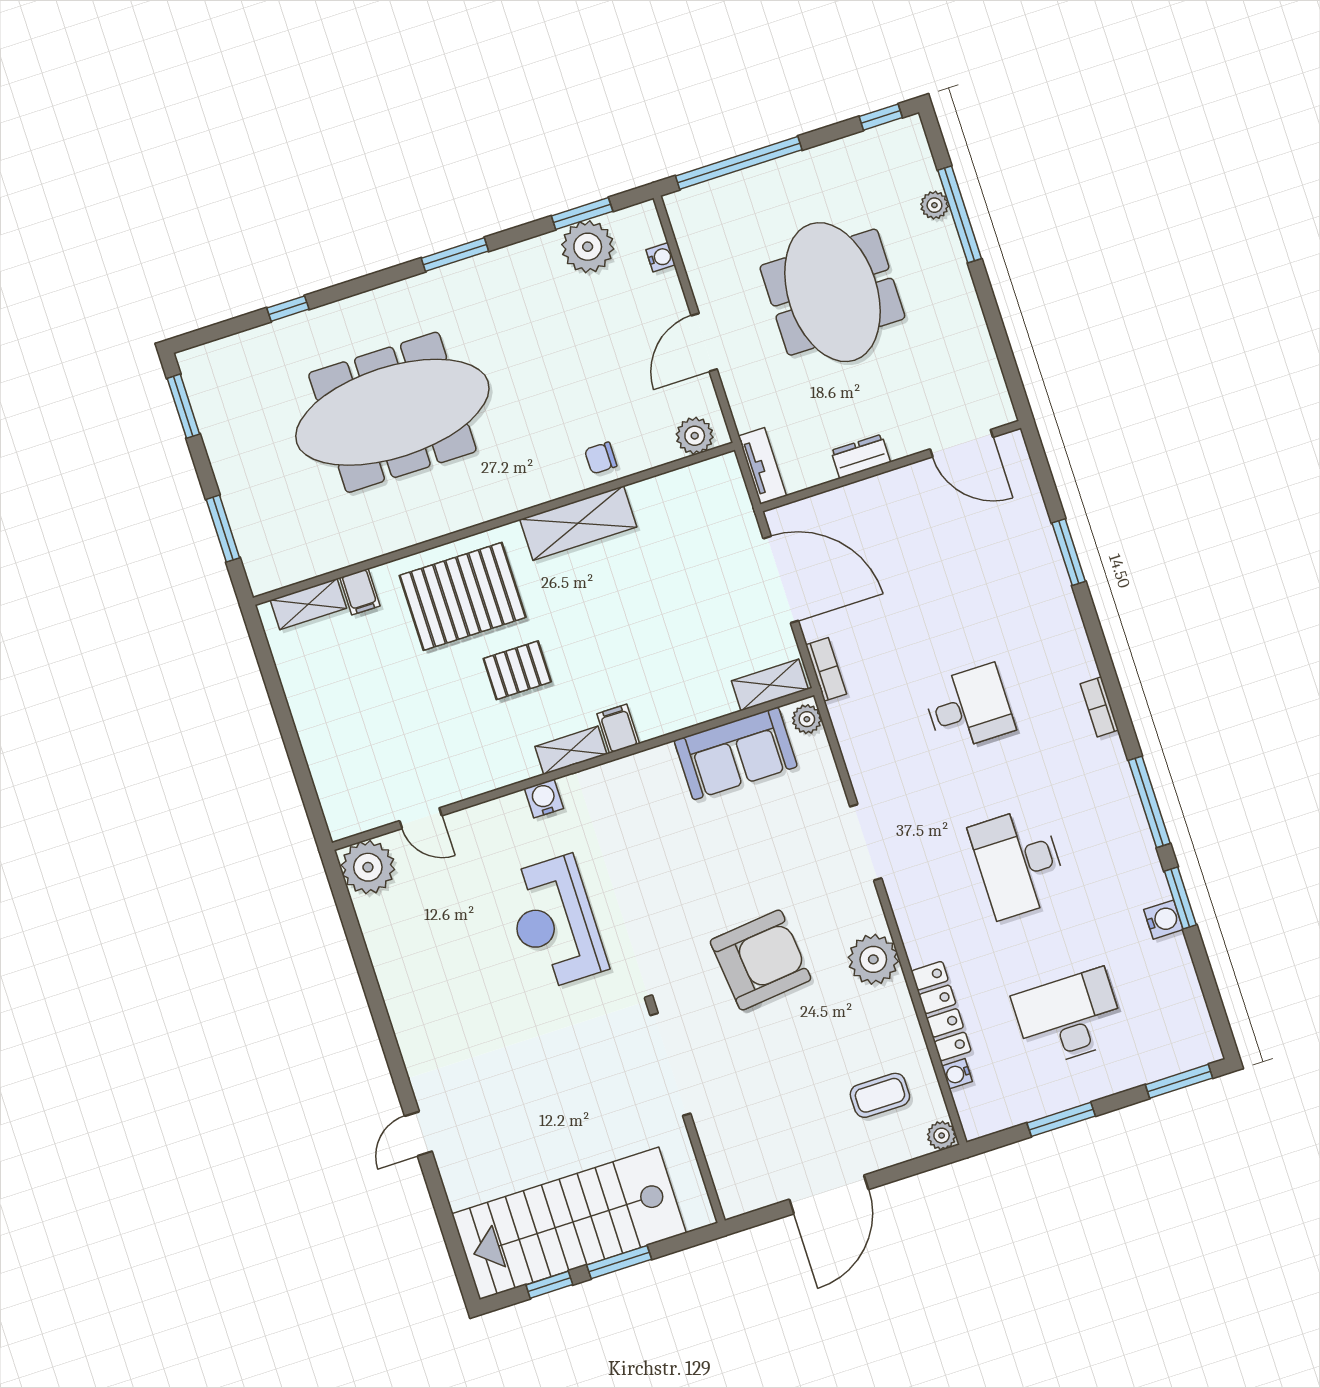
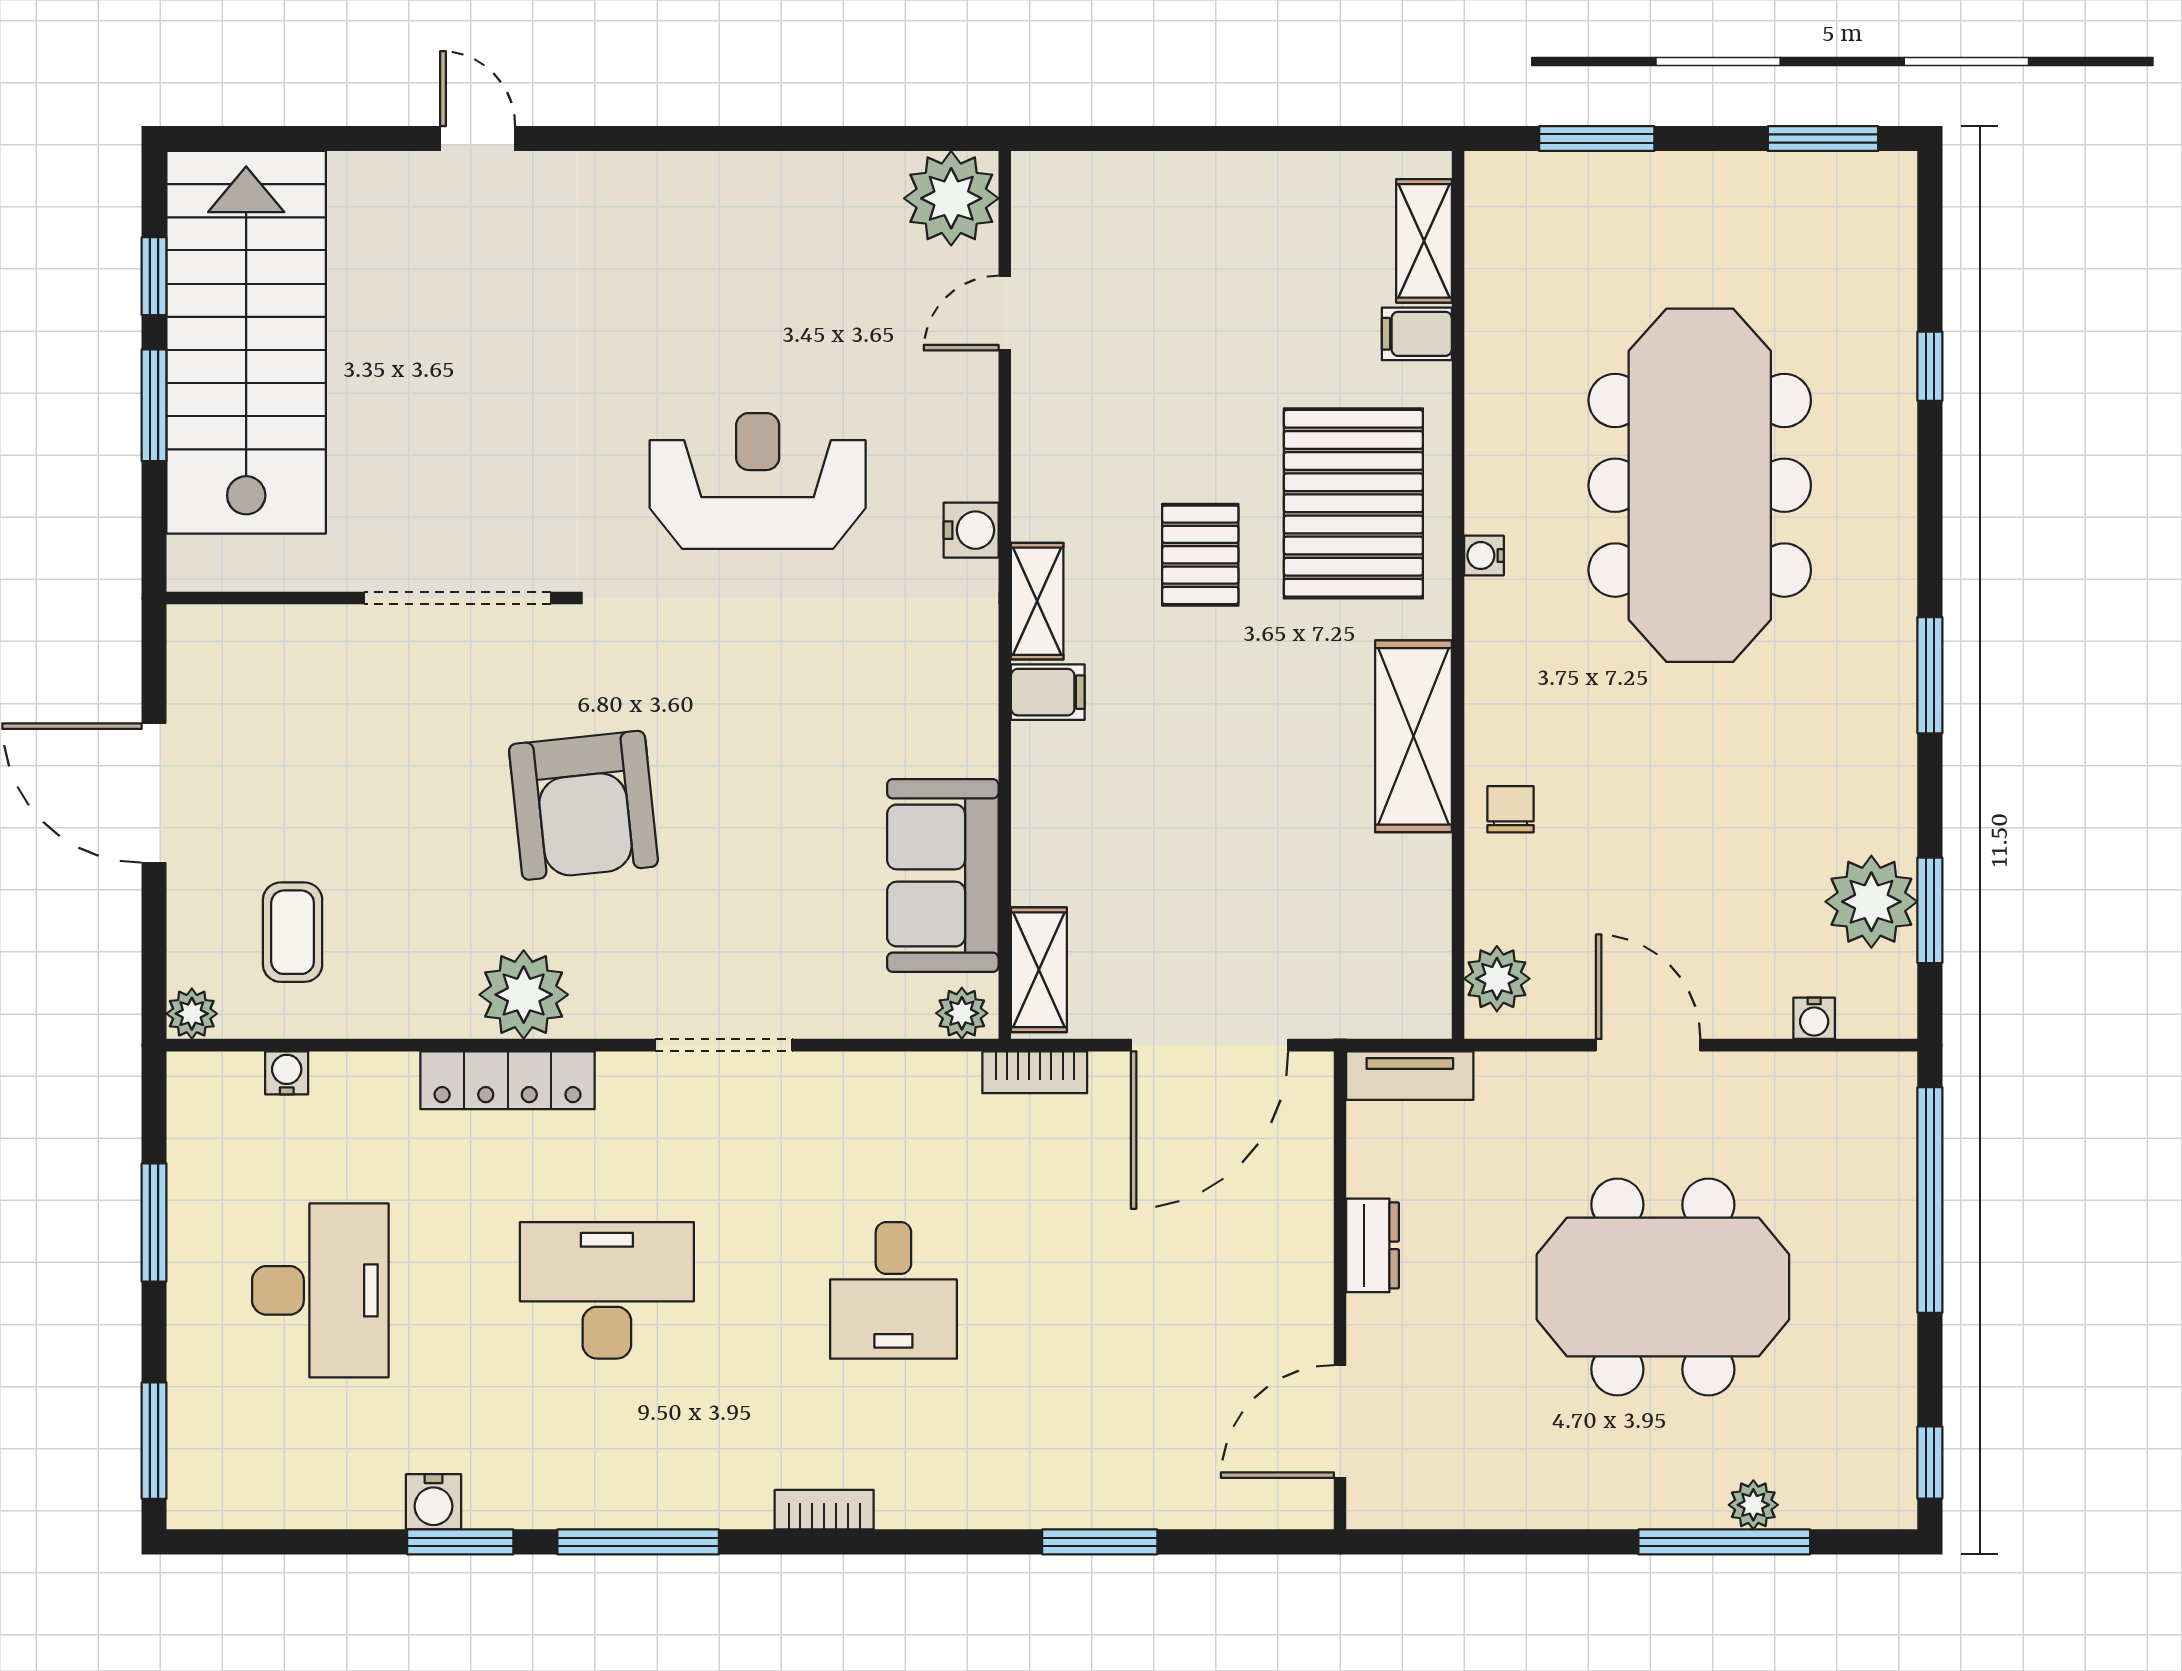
water cooler: (468, 517) -> (1484, 556), added
locker: (941, 1011) -> (508, 1080), moved

